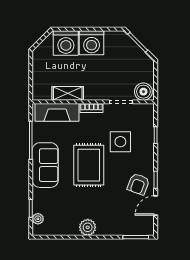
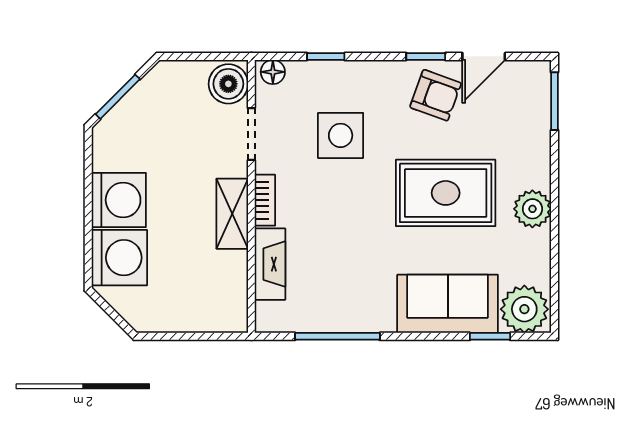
shelving: (68, 93) -> (232, 214), moved
floor lamp: (149, 111) -> (273, 72), added
fireplace: (57, 112) -> (270, 264), width x0.73, depth x0.76
sofa: (45, 165) -> (448, 304), moved
rug: (89, 165) -> (446, 193), moved
door: (156, 206) -> (484, 56), hinge flipped
plant: (38, 219) -> (524, 309), width x1.88, depth x1.88

